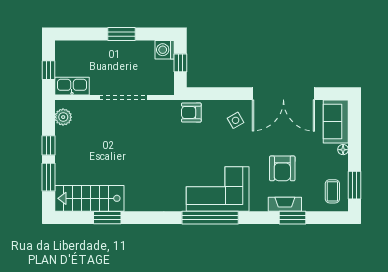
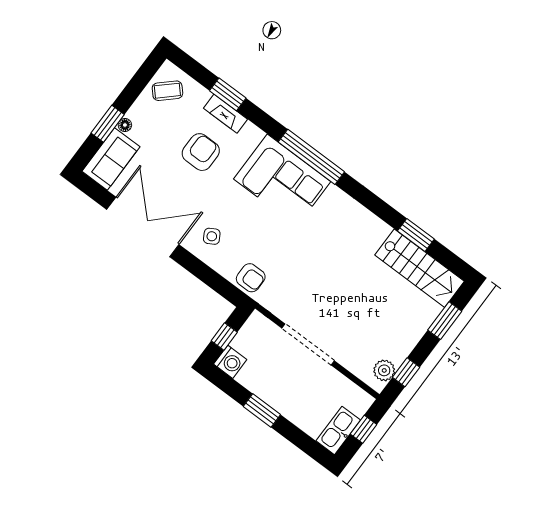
kitchen sink: (72, 86) -> (338, 430), moved, turned 90
window: (48, 145) -> (406, 372), moved
window: (355, 185) -> (108, 124), moved
coffee table: (332, 191) -> (167, 91), turned 47

